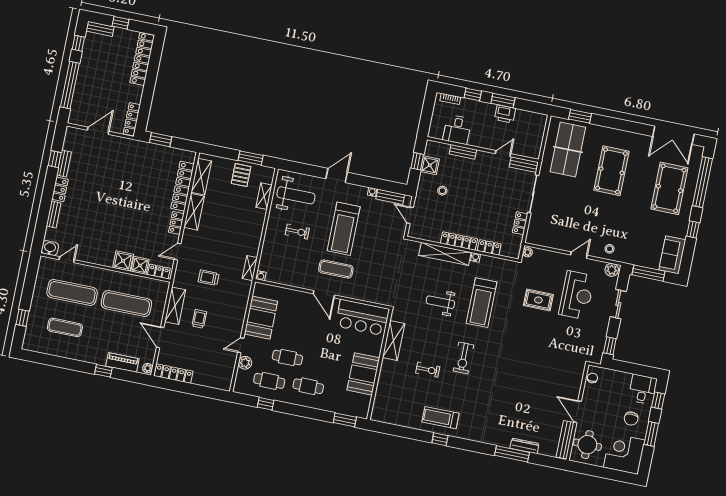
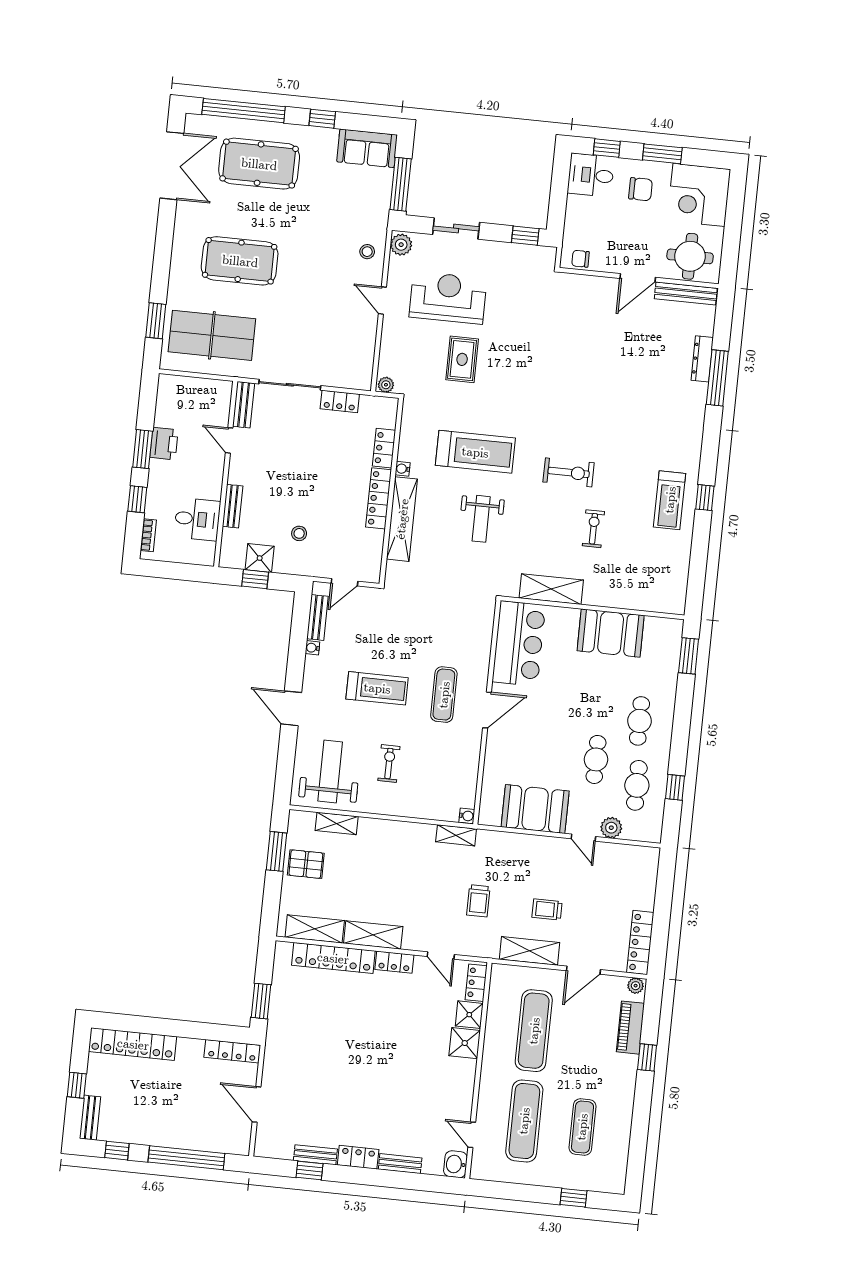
treadmill: (344, 229) -> (377, 688), width x0.73, depth x0.73

